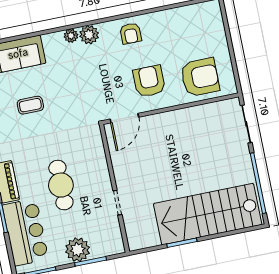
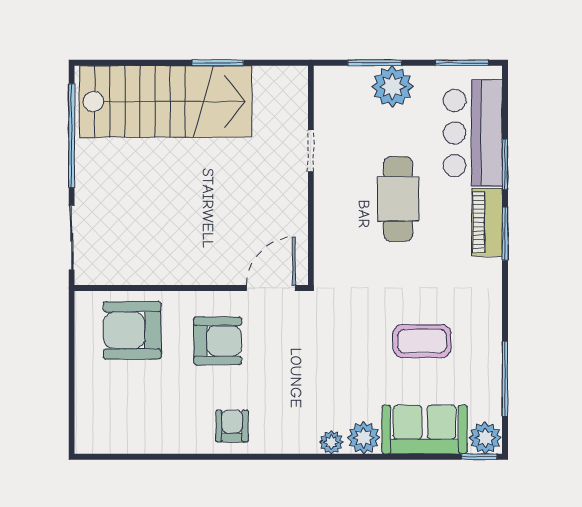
plant: (89, 35) -> (364, 438), moved
armchair: (149, 81) -> (217, 341), turned -90
coffee table: (30, 105) -> (422, 341), width x1.36, depth x1.30

